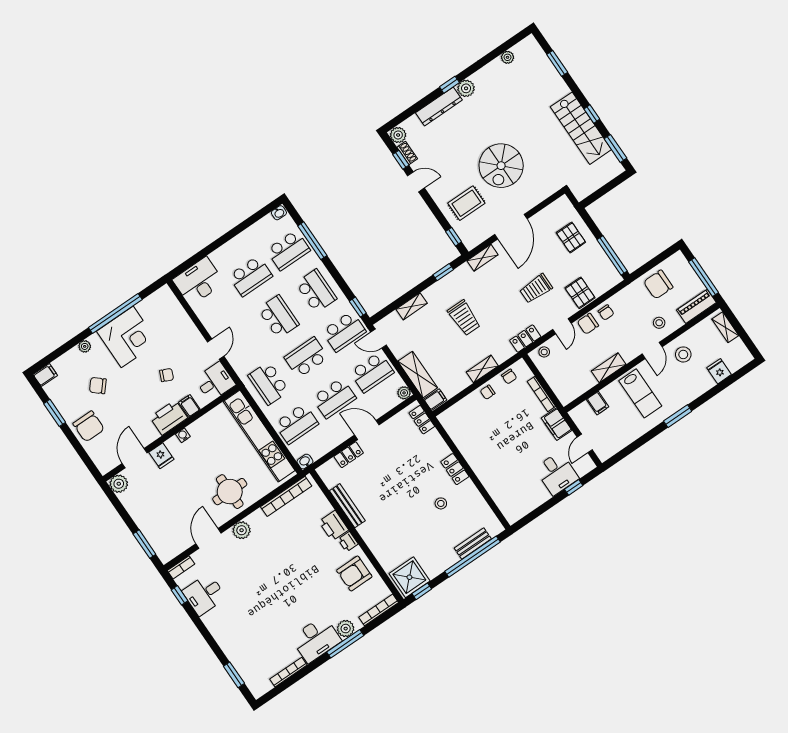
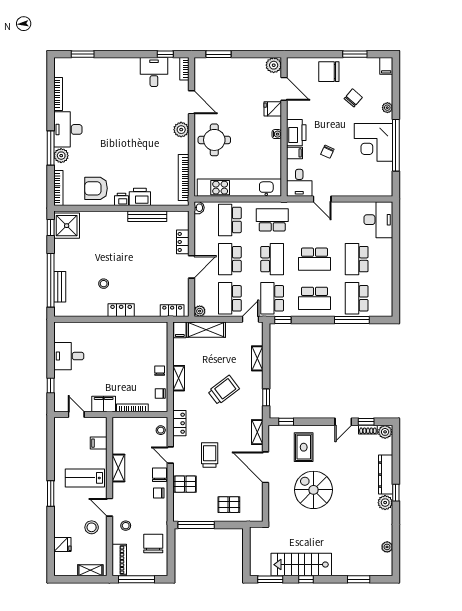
washbasin: (279, 213) -> (388, 310), removed
trolley: (464, 318) -> (224, 390), turned 143
desk: (557, 473) -> (69, 356), moved
armchair: (354, 573) -> (96, 188), turned -90

